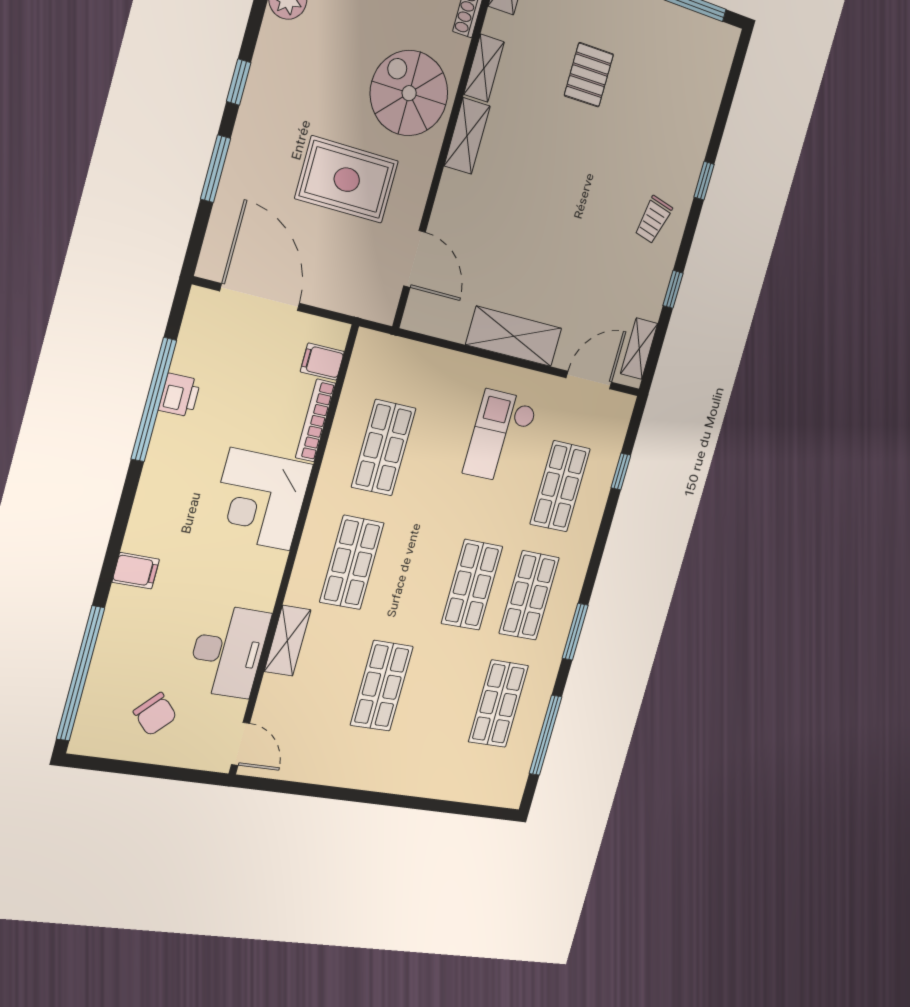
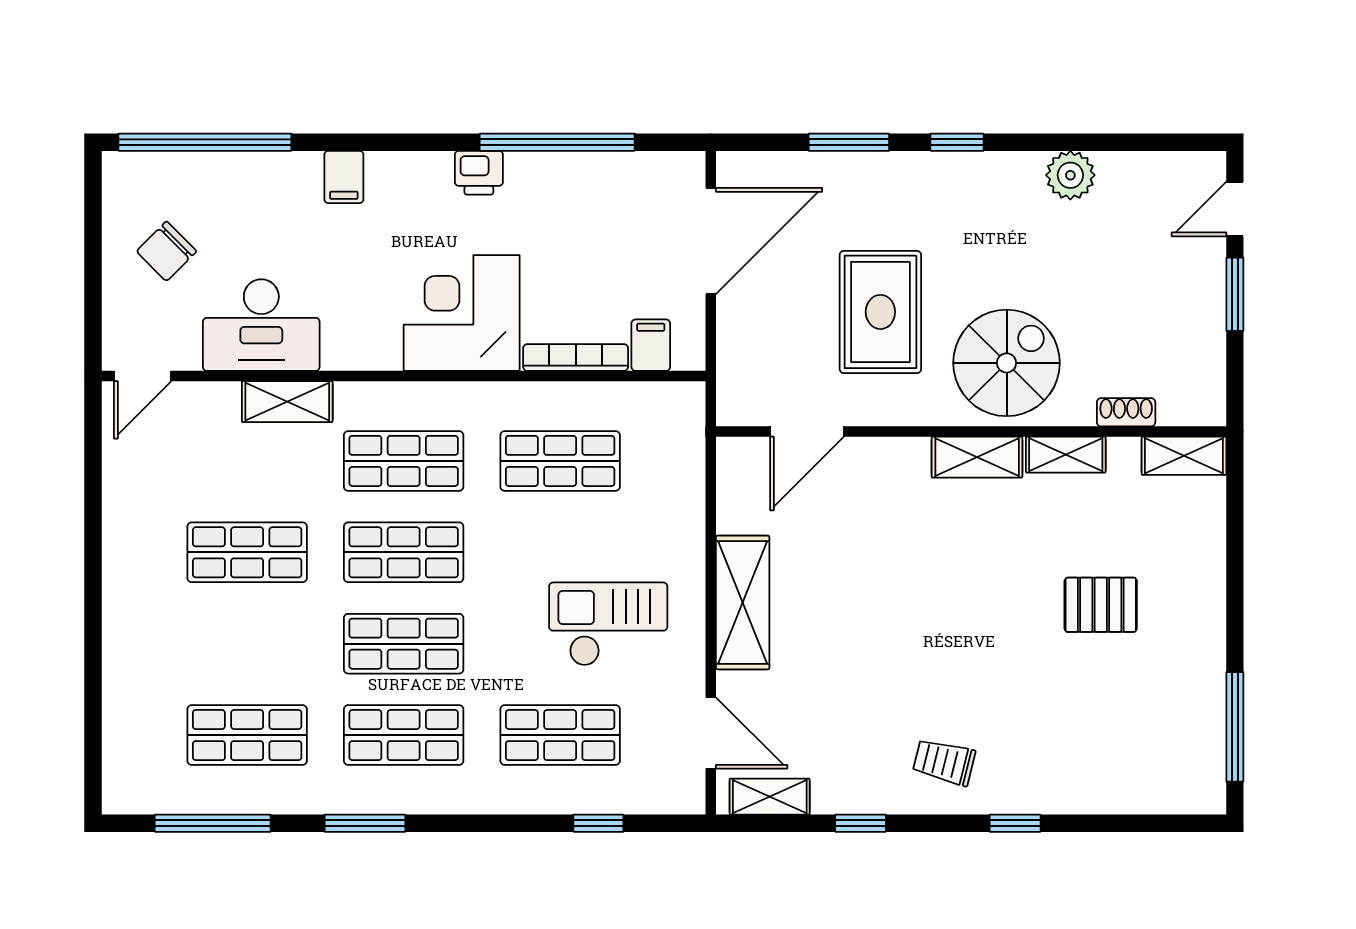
printer: (180, 395) -> (479, 173), moved
shop shelf: (413, 574) -> (404, 552), added

